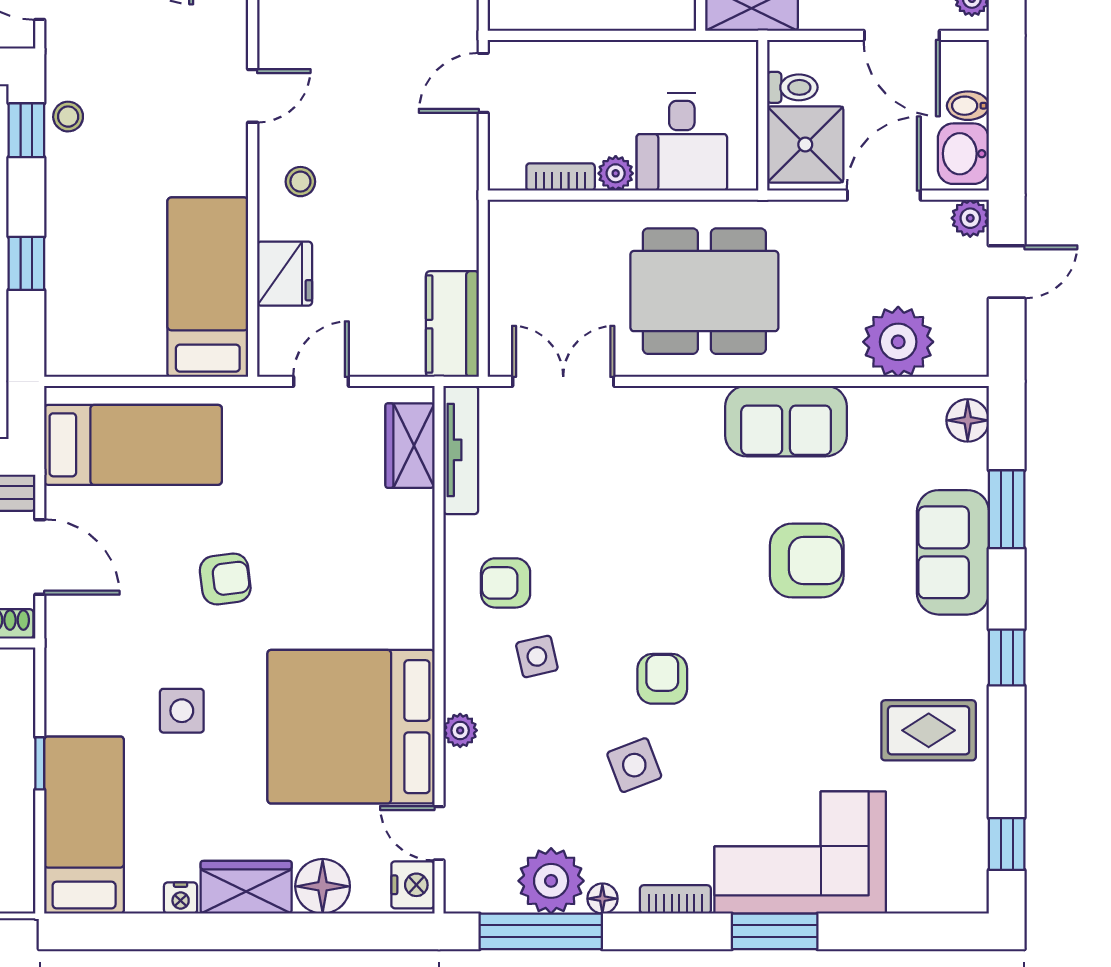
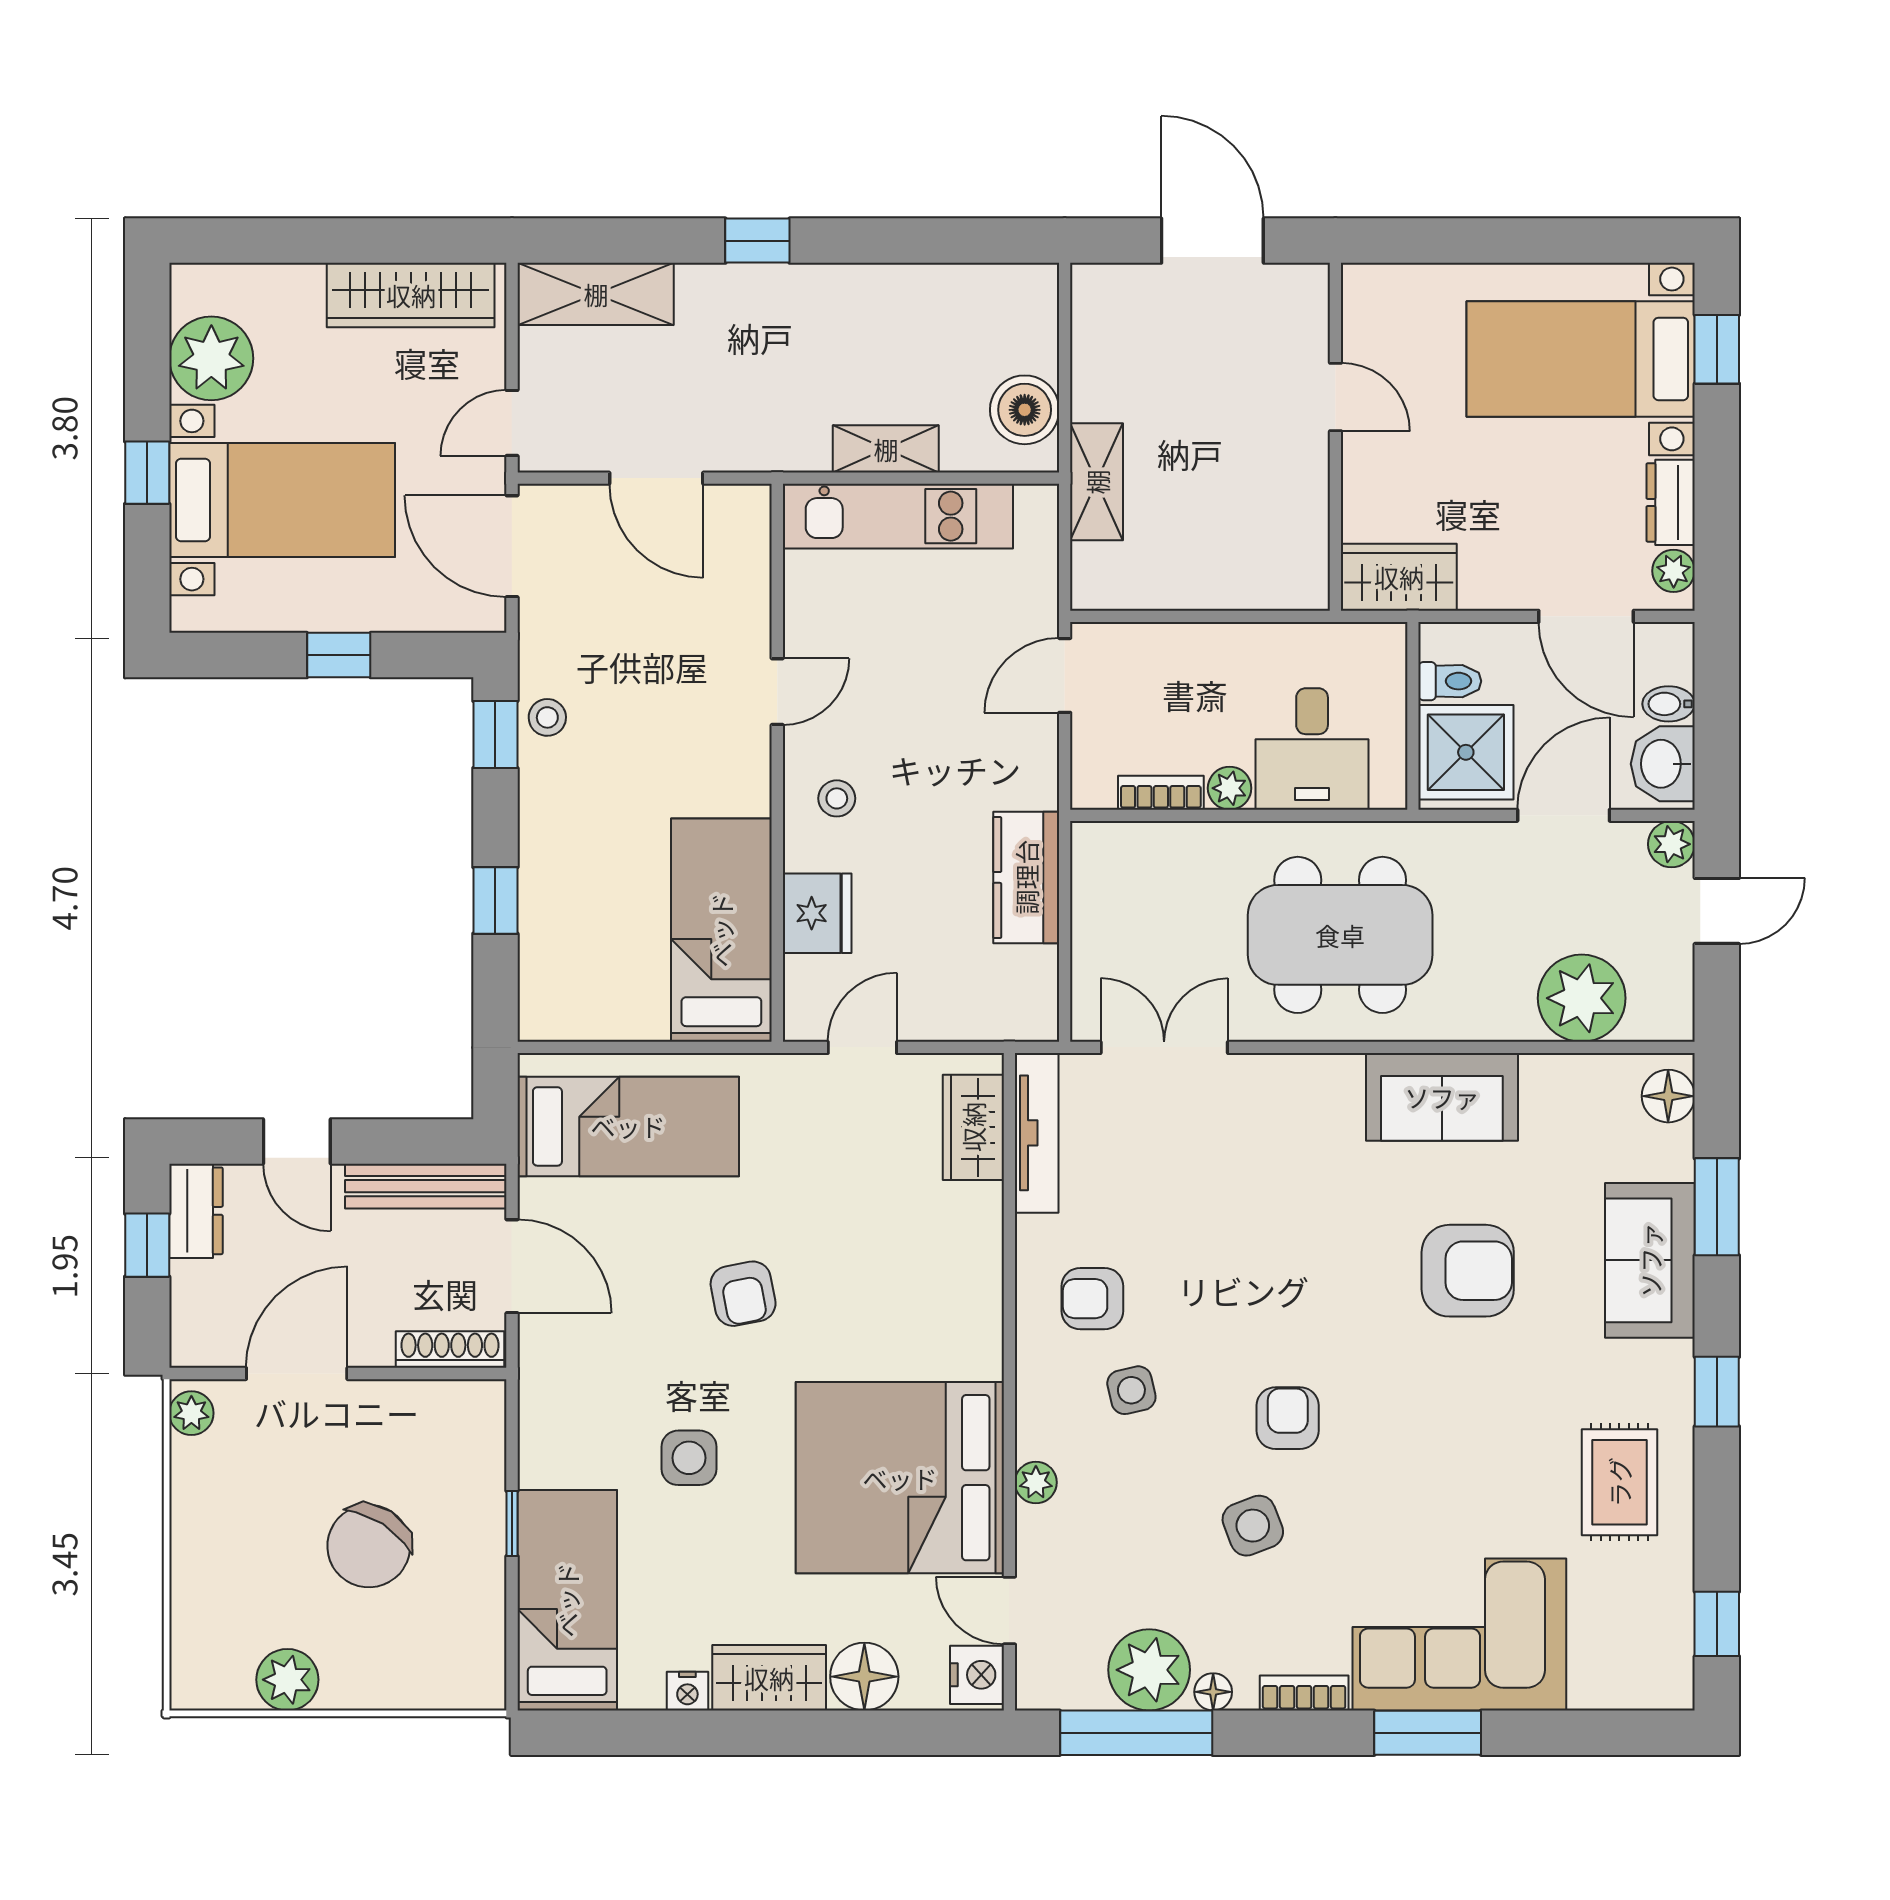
kitchen counter: (452, 324) -> (1026, 877), moved
armchair: (225, 579) -> (743, 1294), turned 86
rug: (929, 730) -> (1619, 1482), turned 90

